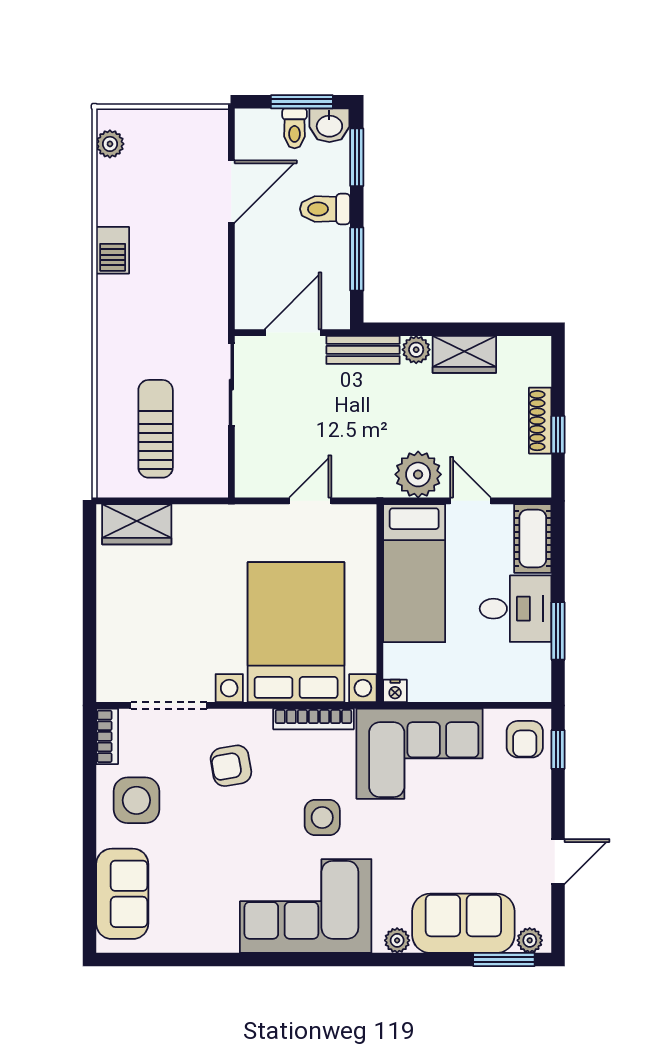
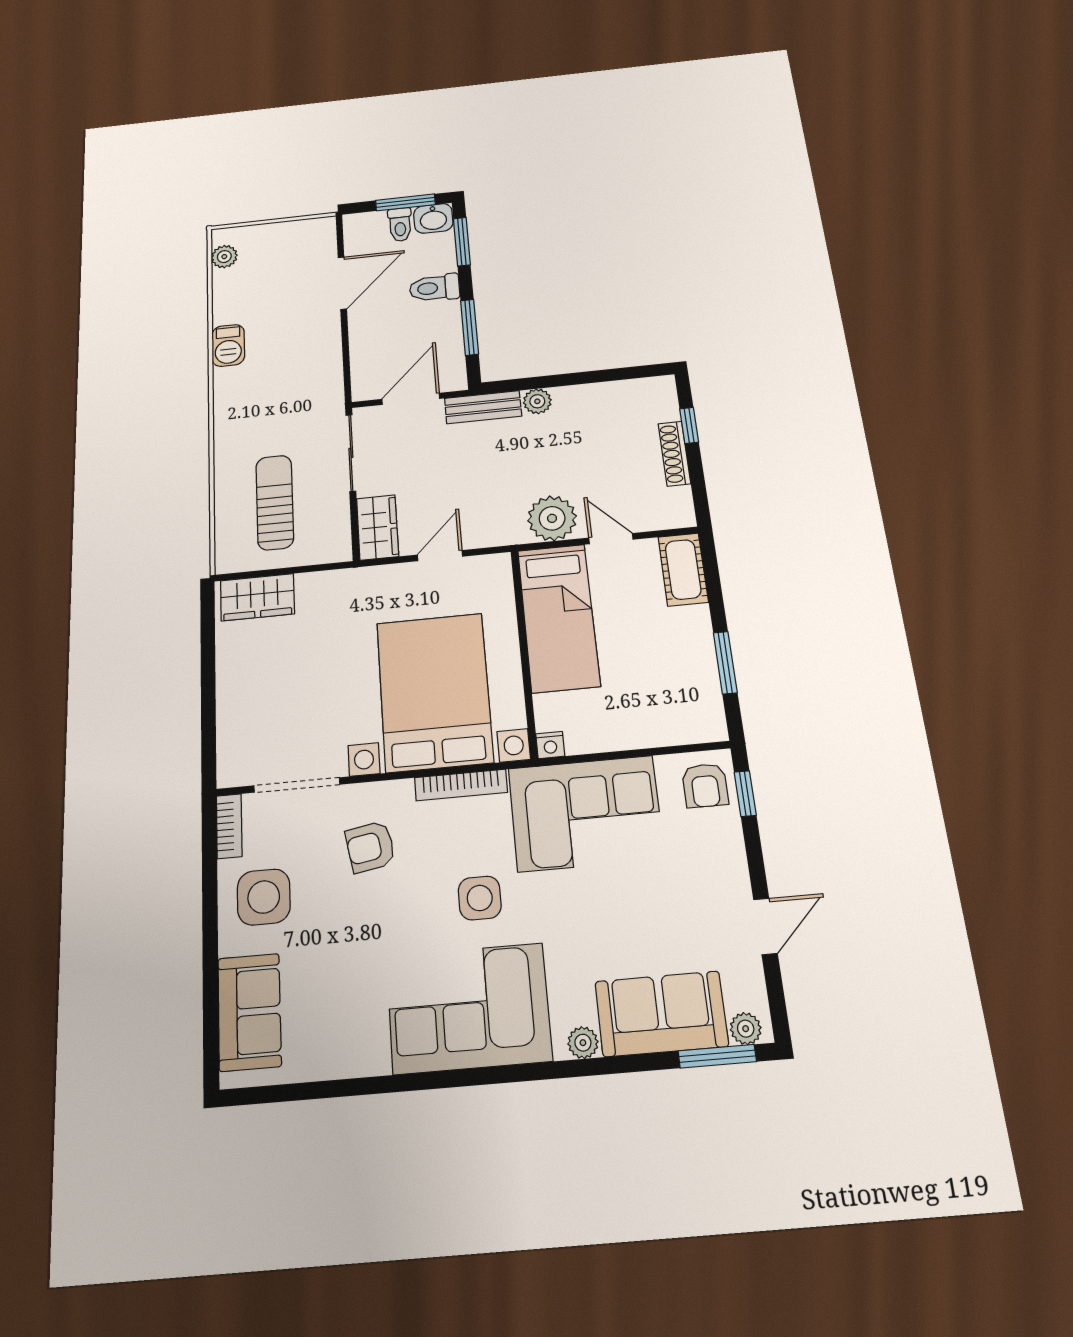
wardrobe: (464, 354) -> (378, 527), moved, turned -90
window: (558, 435) -> (689, 425), moved
desk: (516, 609) -> (674, 644), removed

